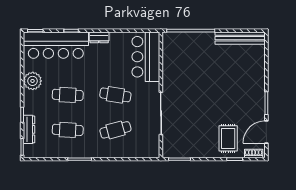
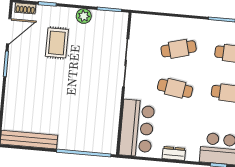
dresser: (99, 37) -> (174, 153), moved
rug: (228, 138) -> (57, 43), moved
plant: (202, 151) -> (84, 16), added

